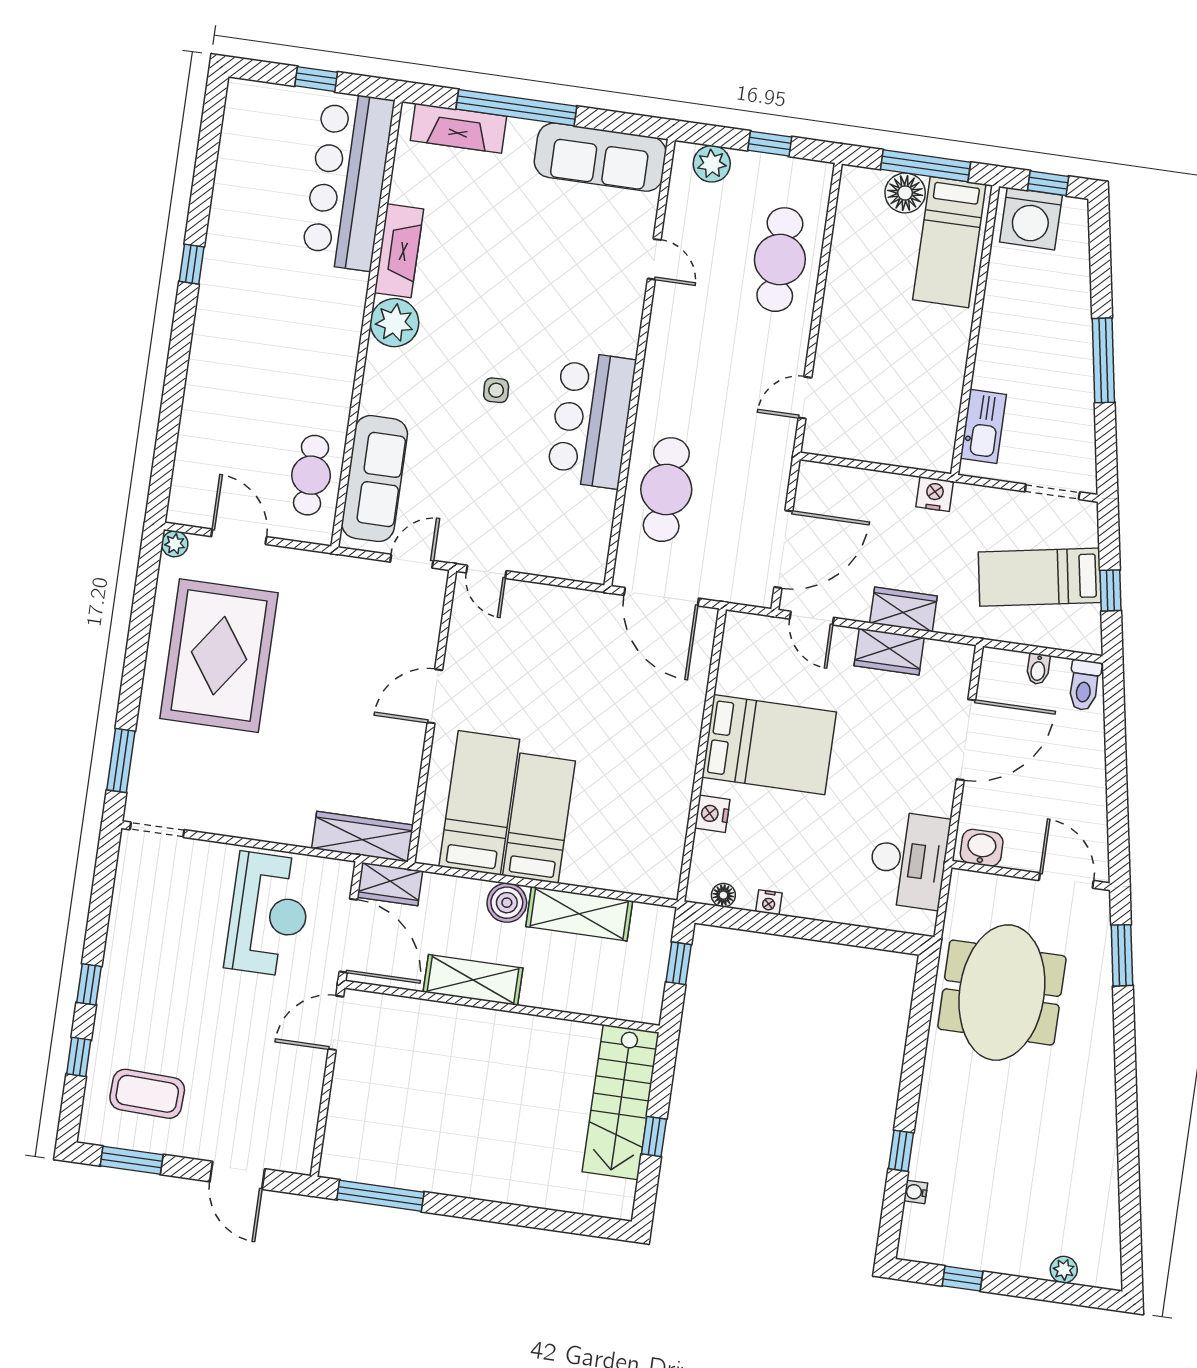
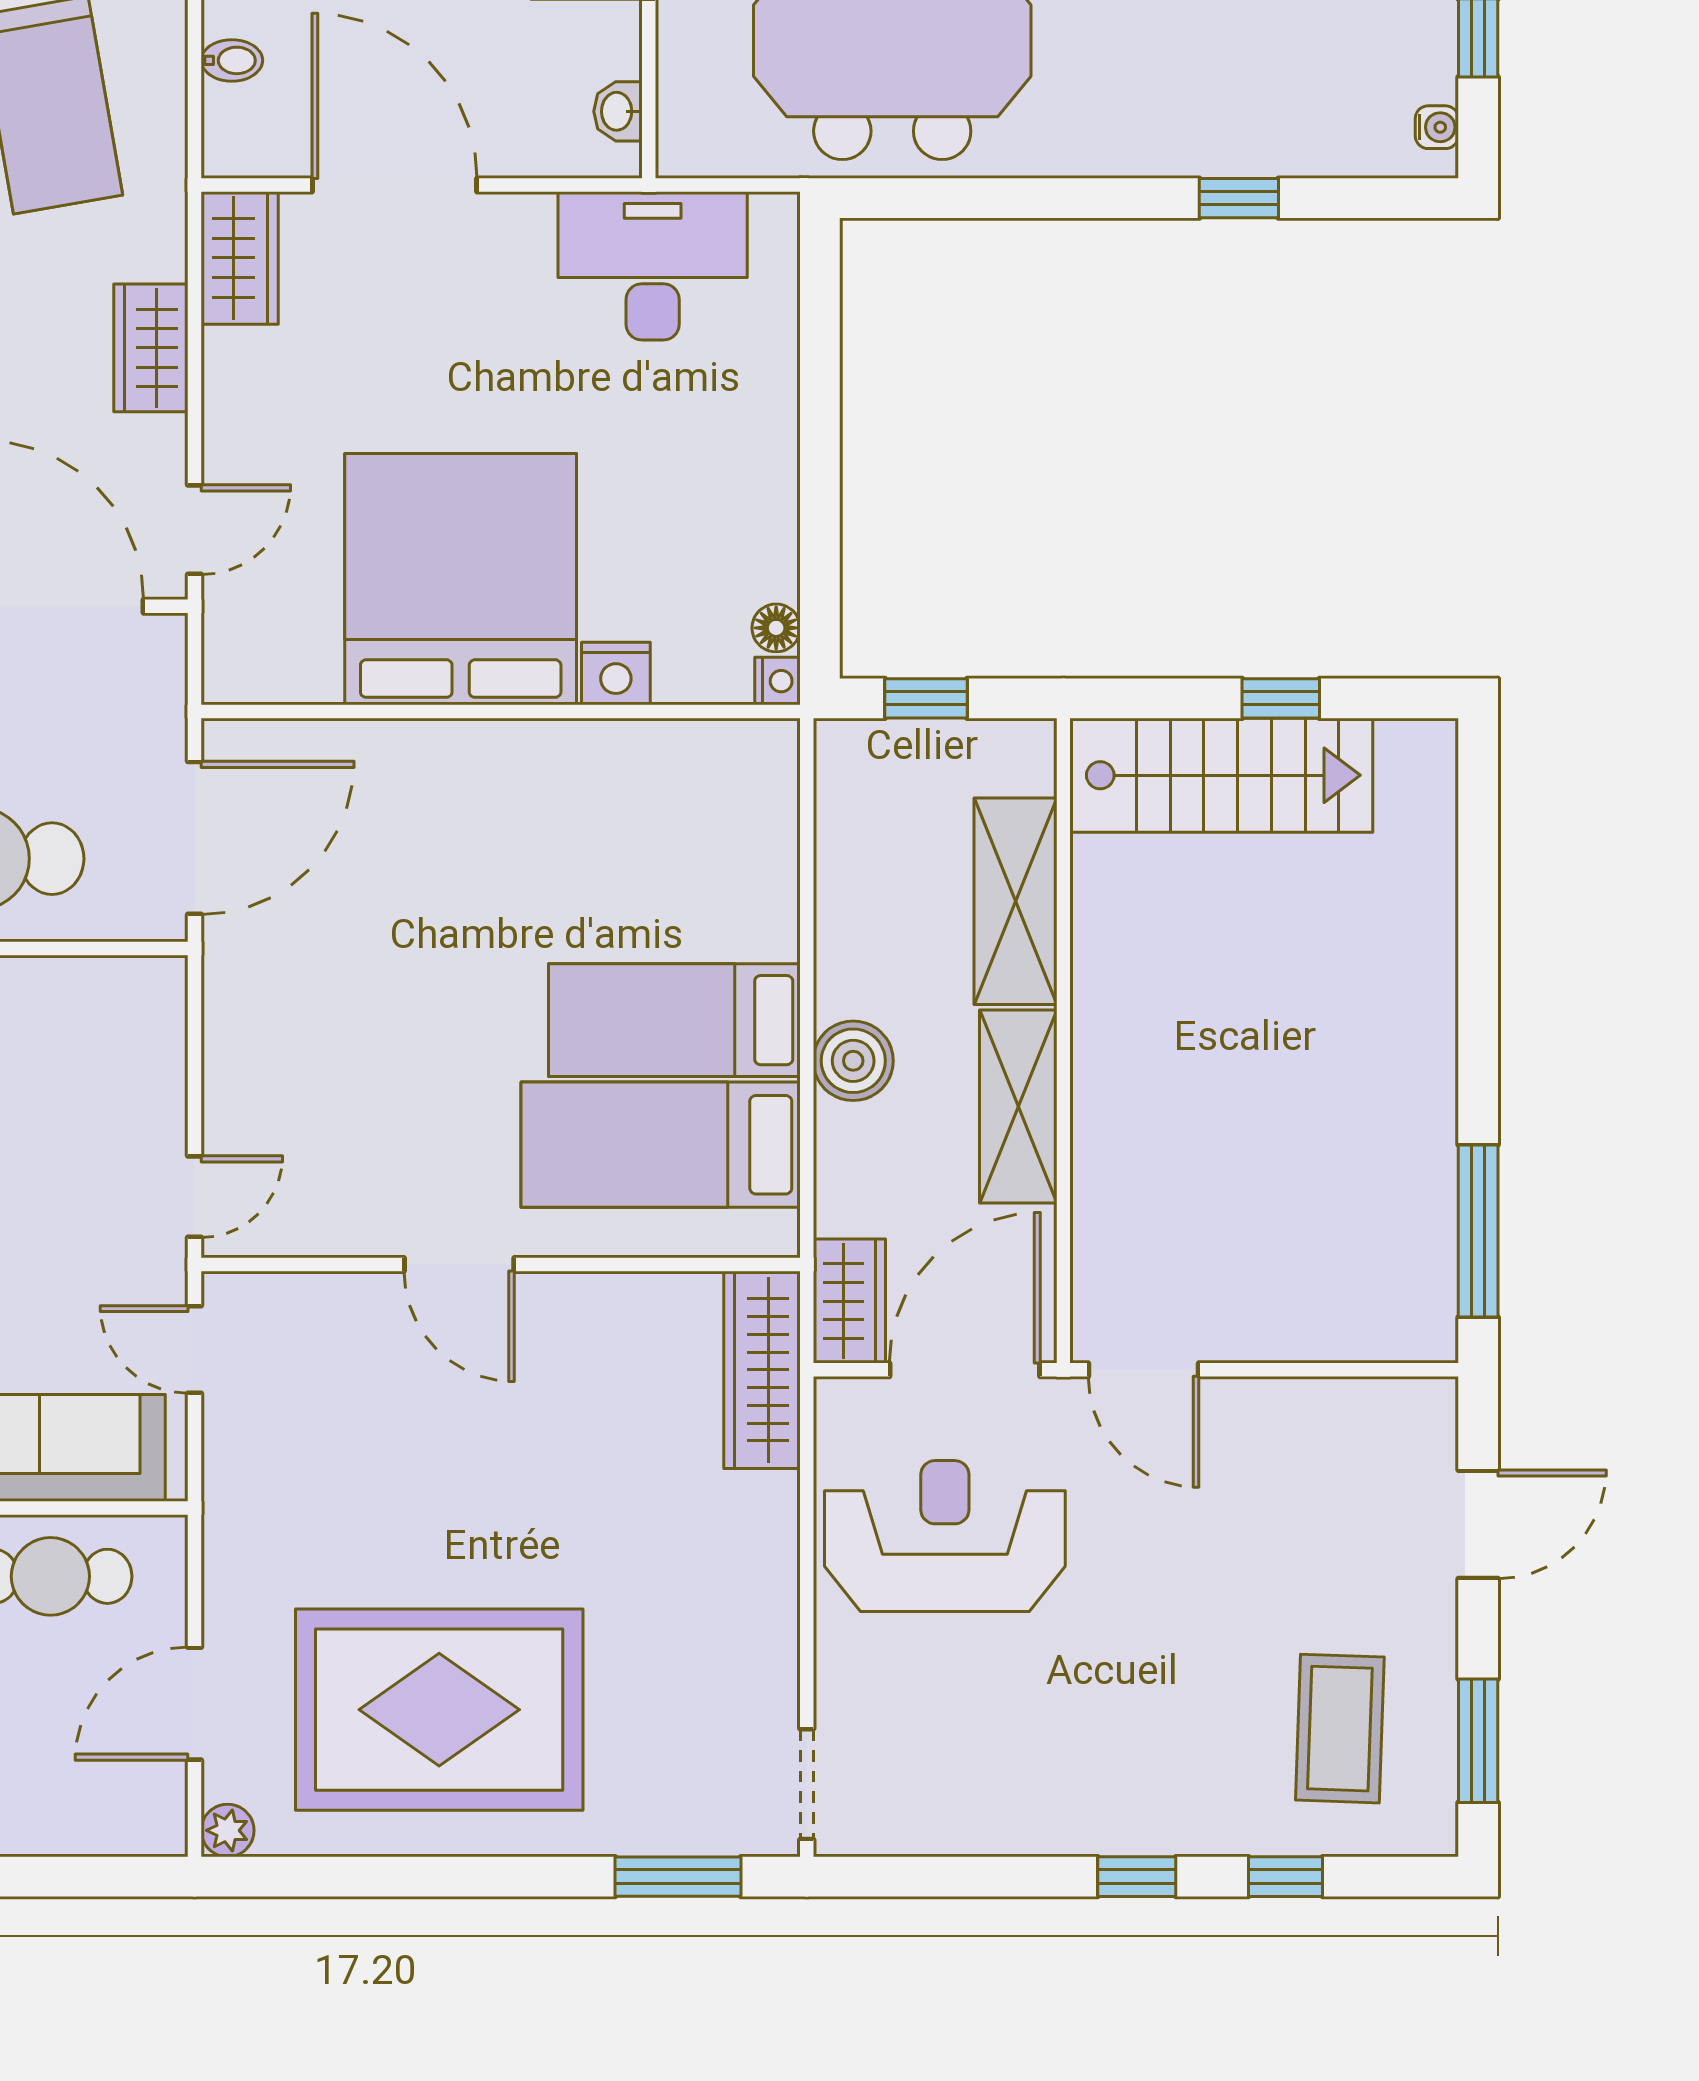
wardrobe: (889, 652) -> (240, 258), moved
bed: (769, 745) -> (461, 579), width x1.36
washbasin: (982, 848) -> (618, 111), width x0.72, depth x0.69
nightstand: (769, 902) -> (778, 681), moved
shelving: (579, 914) -> (1015, 901), moved
water cooler: (916, 1192) -> (1437, 127), moved, turned -90

